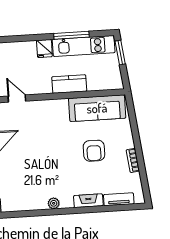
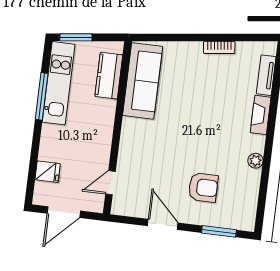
fridge: (44, 49) -> (48, 172), moved
kitchen counter: (69, 84) -> (109, 76), moved
armchair: (94, 151) -> (203, 187), moved

